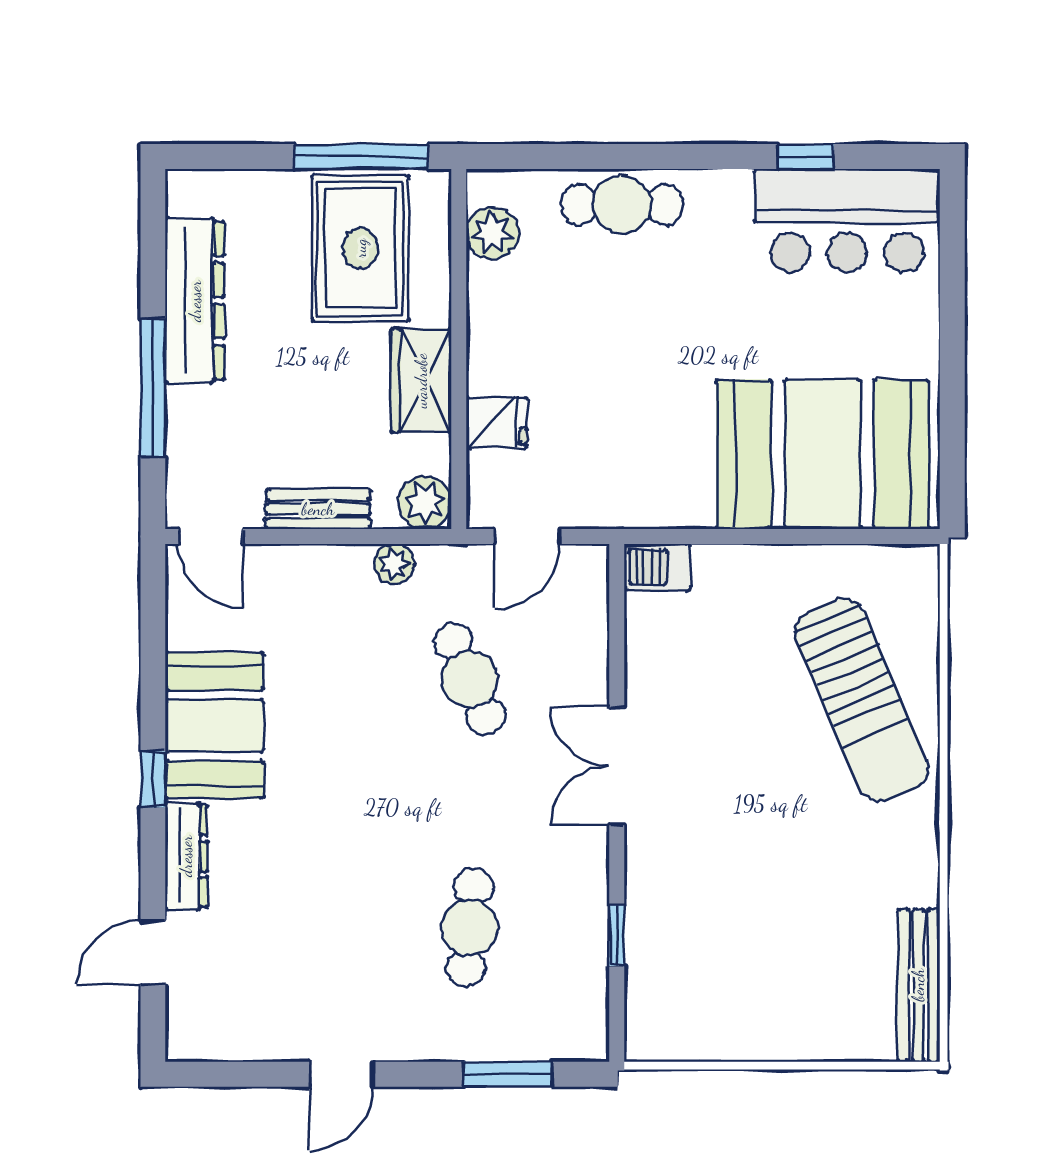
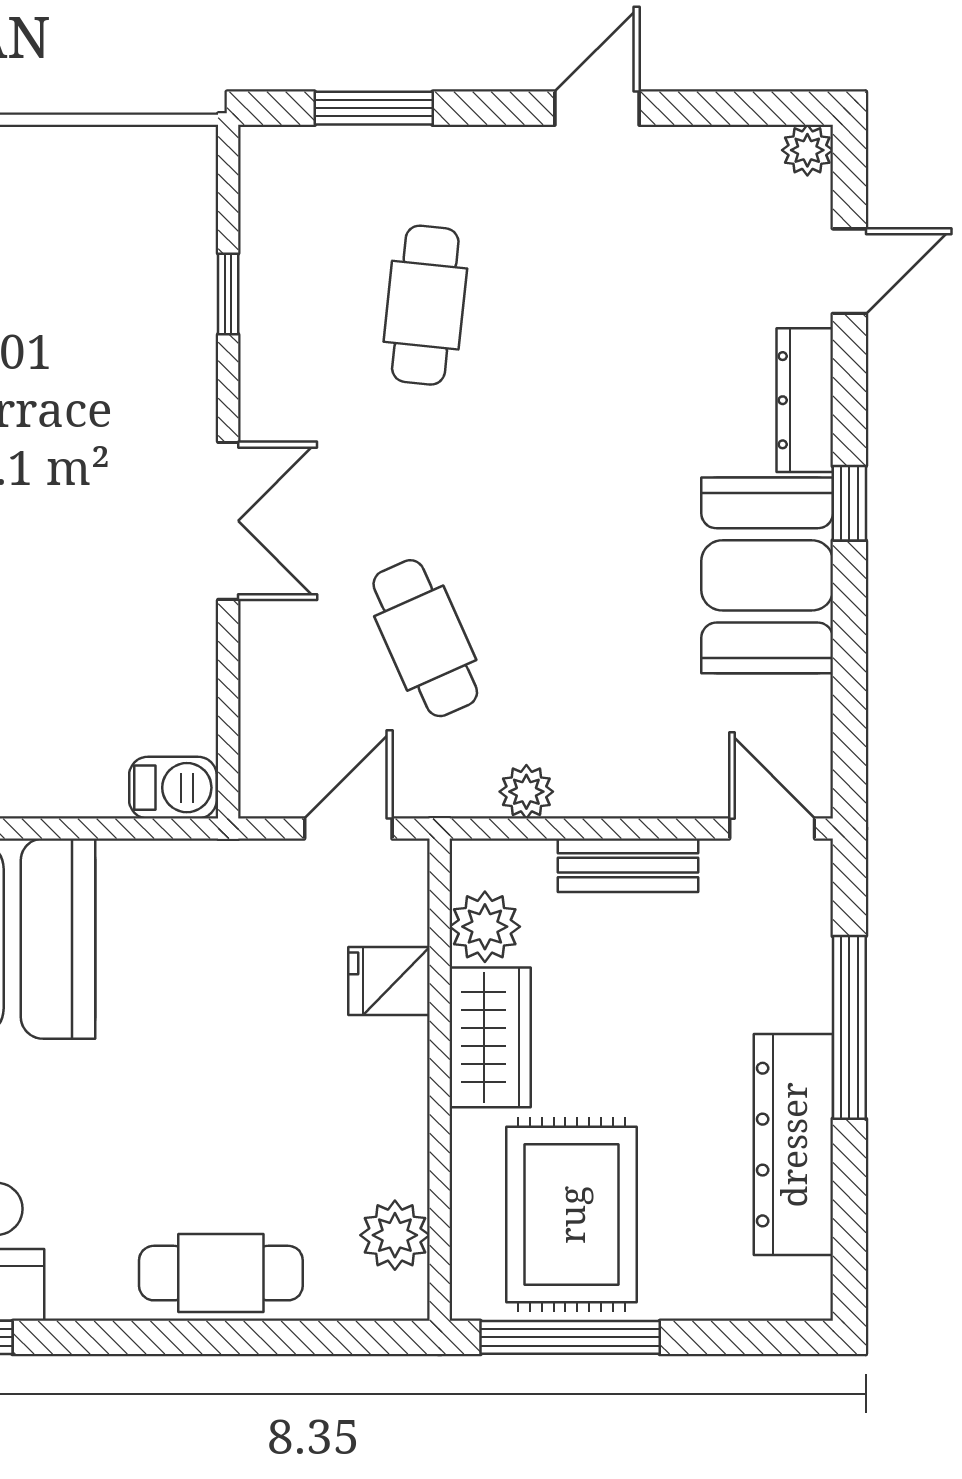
plant: (425, 503) -> (485, 927), moved
plant: (184, 1043) -> (807, 150), added

